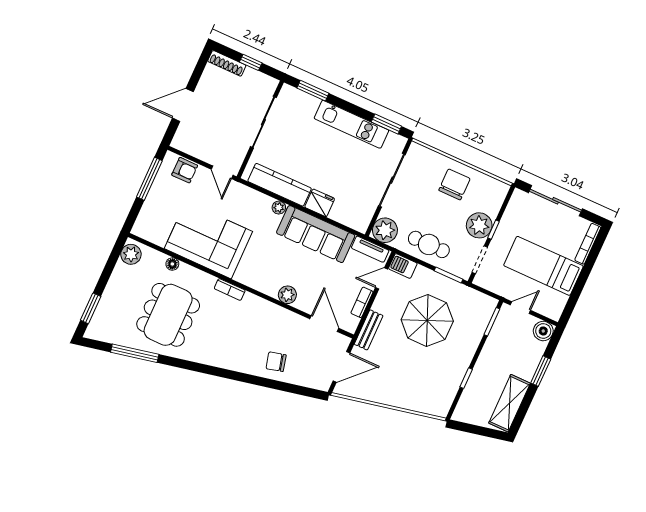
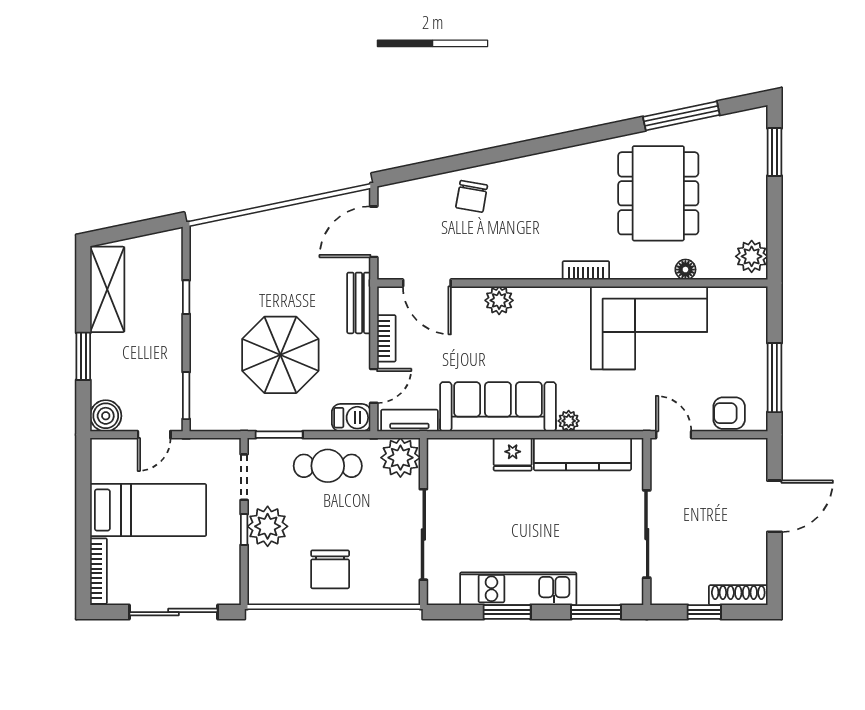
window: (386, 124) -> (507, 612), moved
chair: (276, 362) -> (472, 196), turned 114

